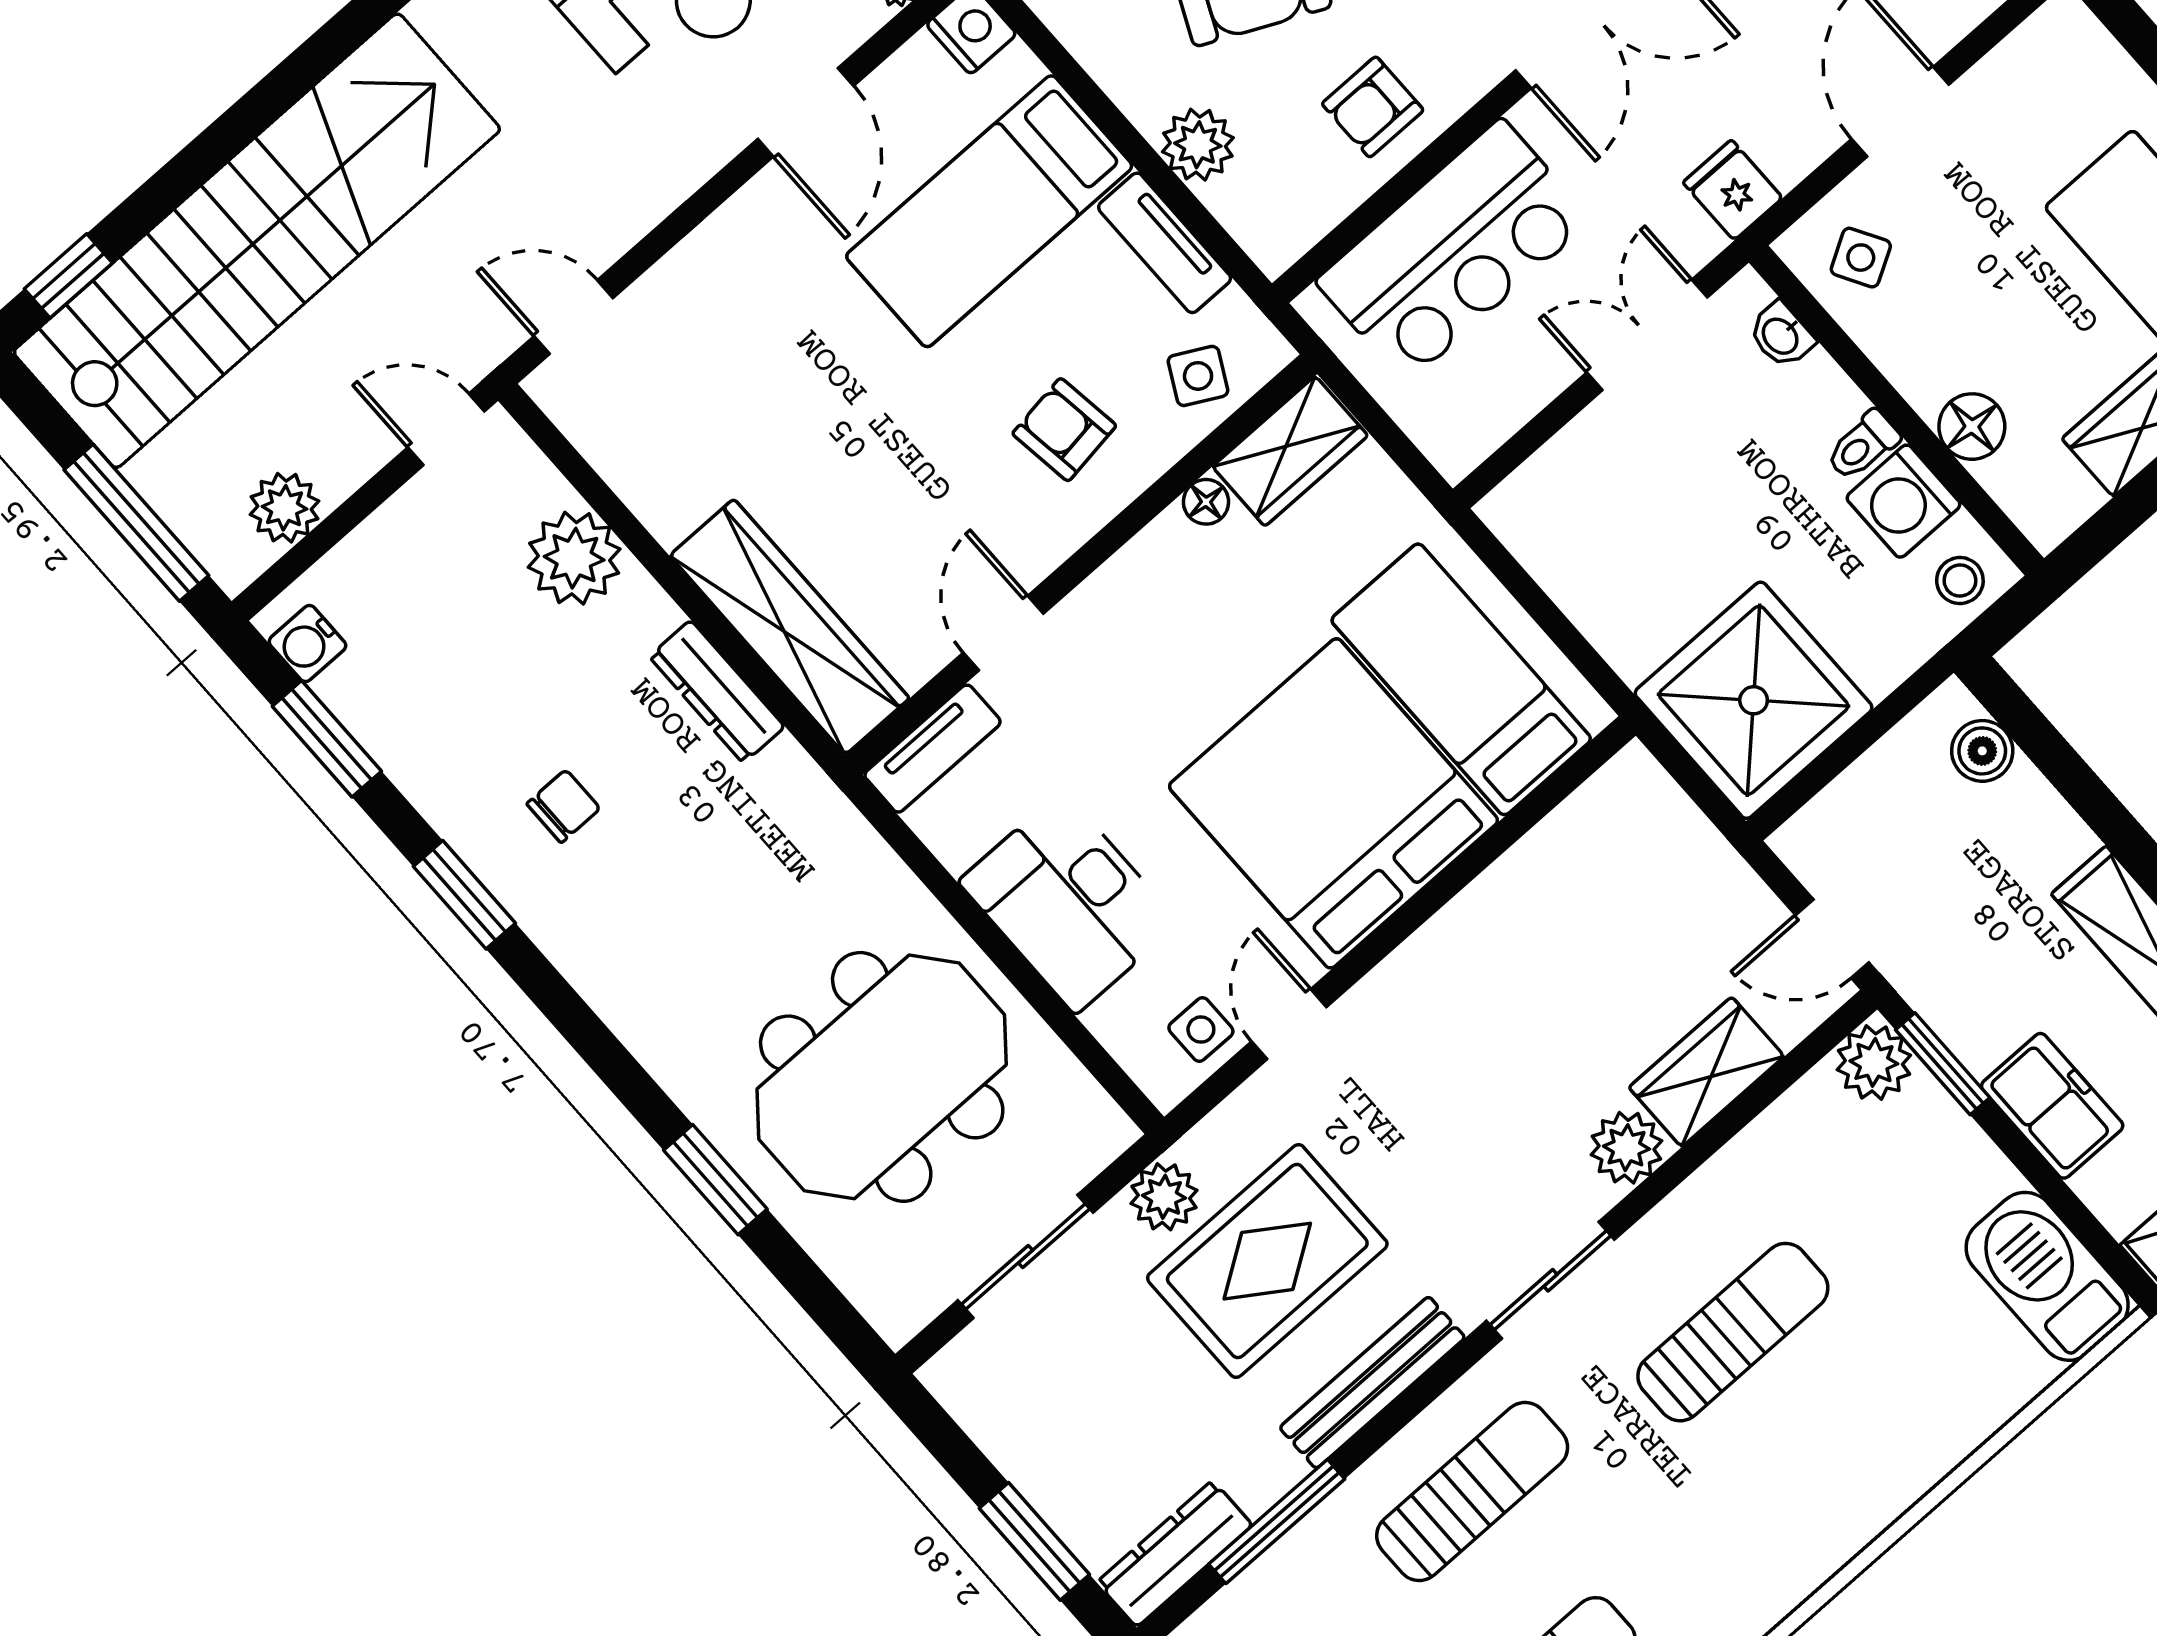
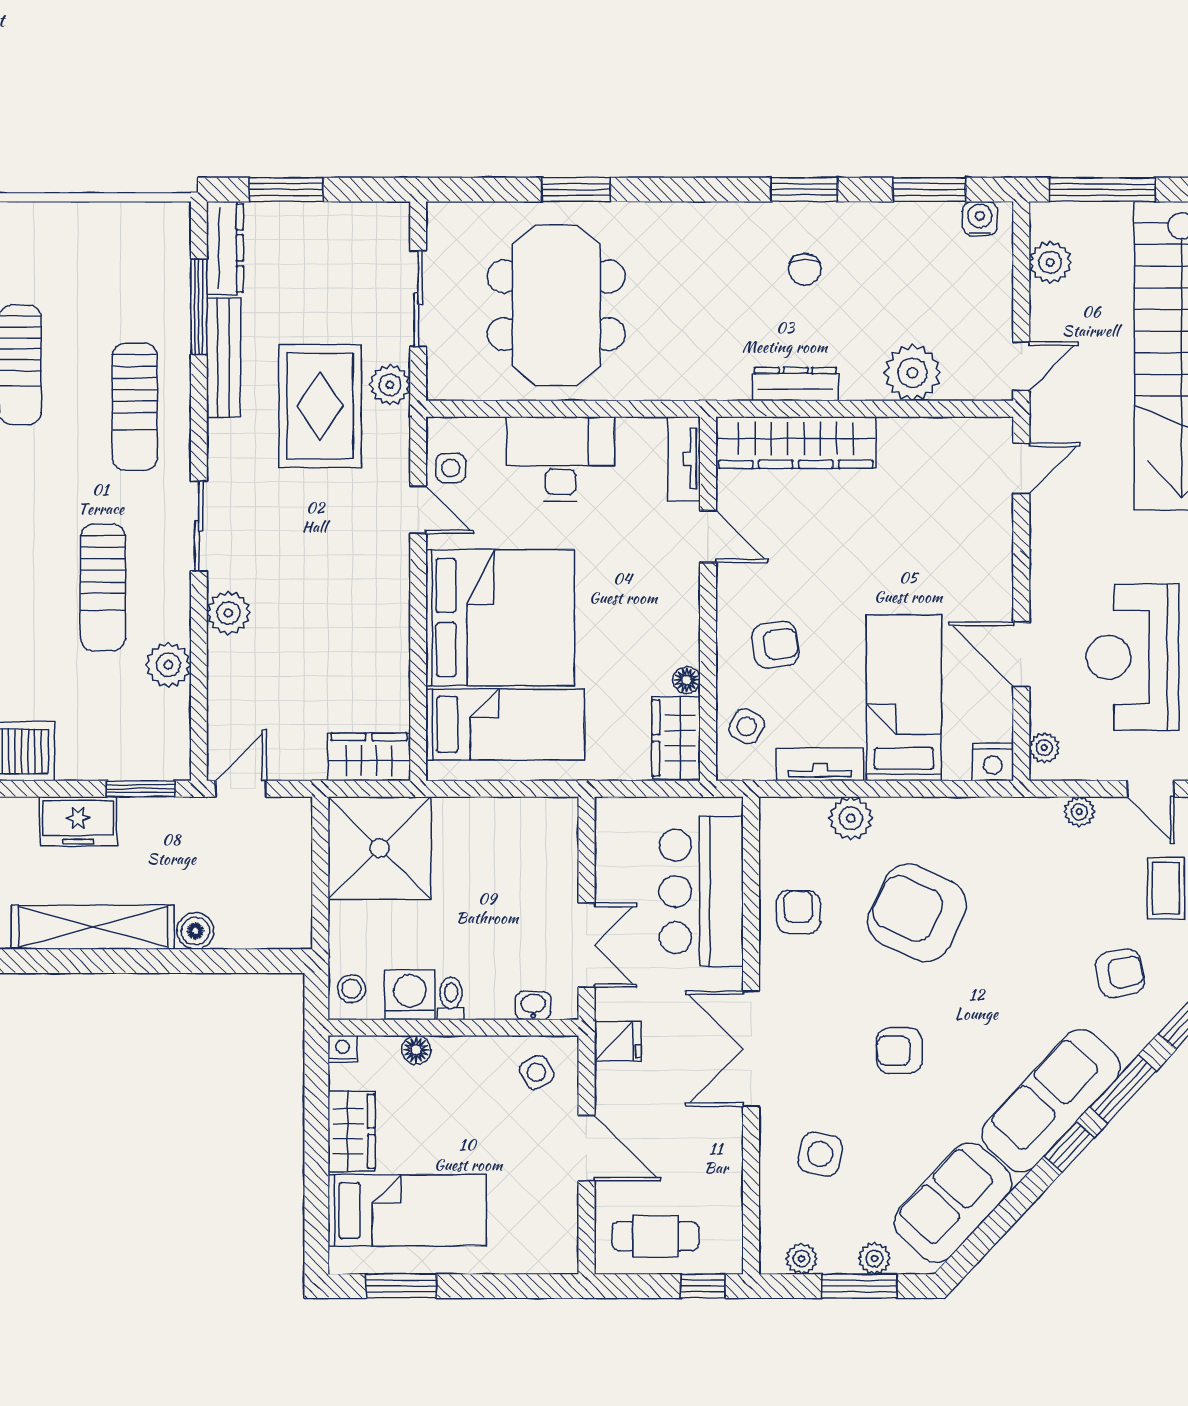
floor lamp: (1972, 427) -> (416, 1050), width x0.73, depth x0.73
nightstand: (2045, 525) -> (343, 1049), added
boiler: (1982, 751) -> (195, 931), moved
plant: (1874, 1062) -> (168, 665), moved
wardrobe: (1707, 1072) -> (369, 757), moved, turned -90
bench: (1372, 1383) -> (223, 358), moved

